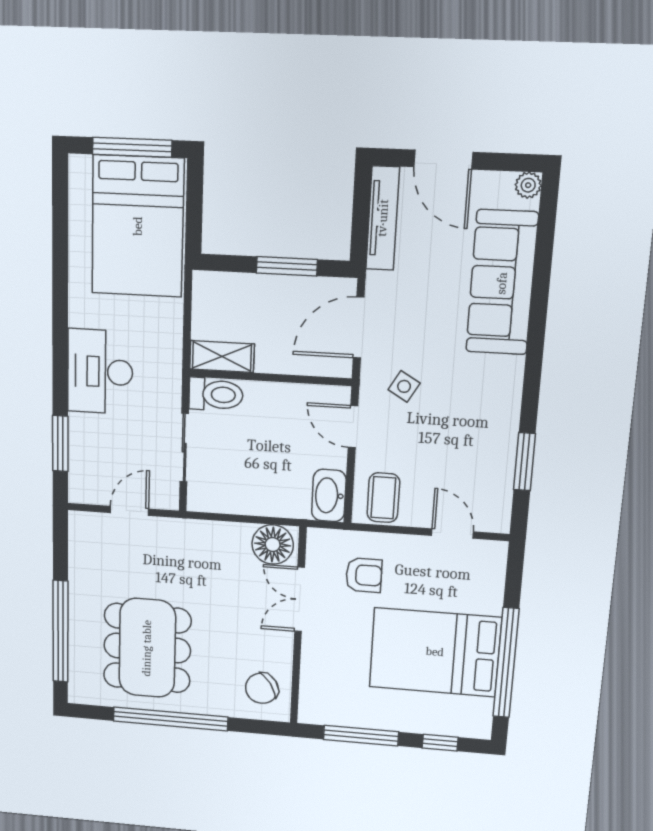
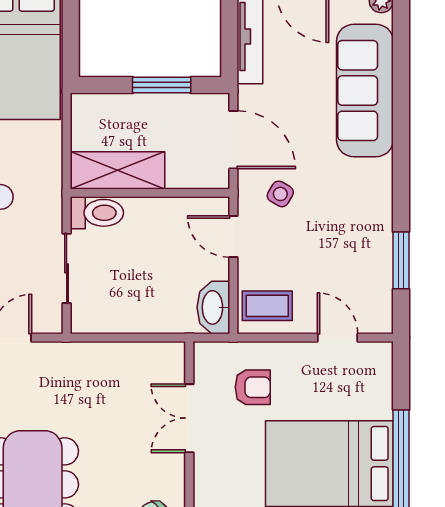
door: (359, 328) -> (233, 140), swing flipped
shelving: (222, 357) -> (117, 170), width x1.50, depth x1.33
coffee table: (383, 498) -> (267, 306), turned 90
floor lamp: (273, 544) -> (159, 362), removed

